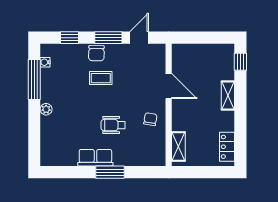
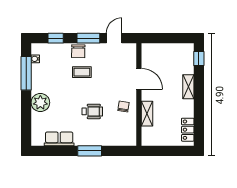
plant: (46, 109) -> (40, 103), width x1.88, depth x1.88
wheelchair: (113, 125) -> (92, 111), turned 180
shelving: (178, 147) -> (147, 114), moved
row of seats: (95, 158) -> (59, 139), moved

